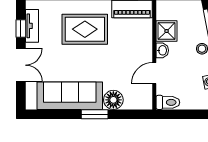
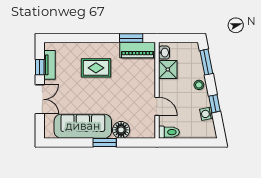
rug: (85, 29) -> (96, 68), width x0.73, depth x0.70
washbasin: (162, 50) -> (164, 53), moved
door: (154, 73) -> (157, 106), swing flipped

